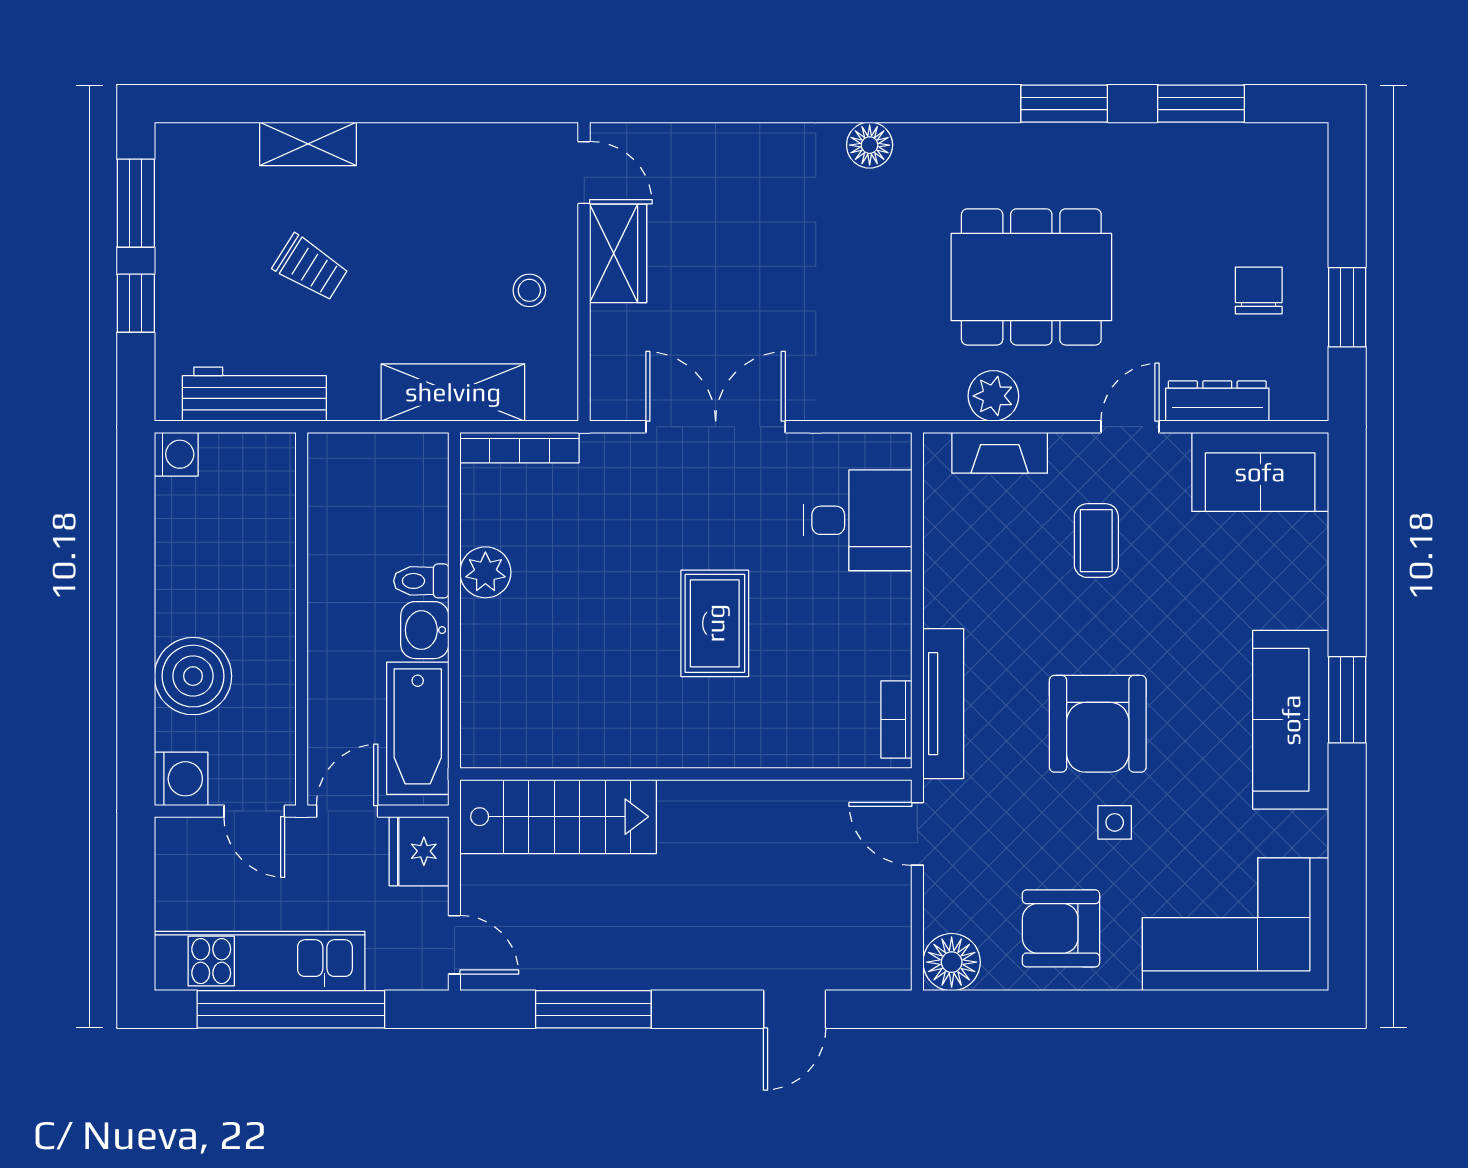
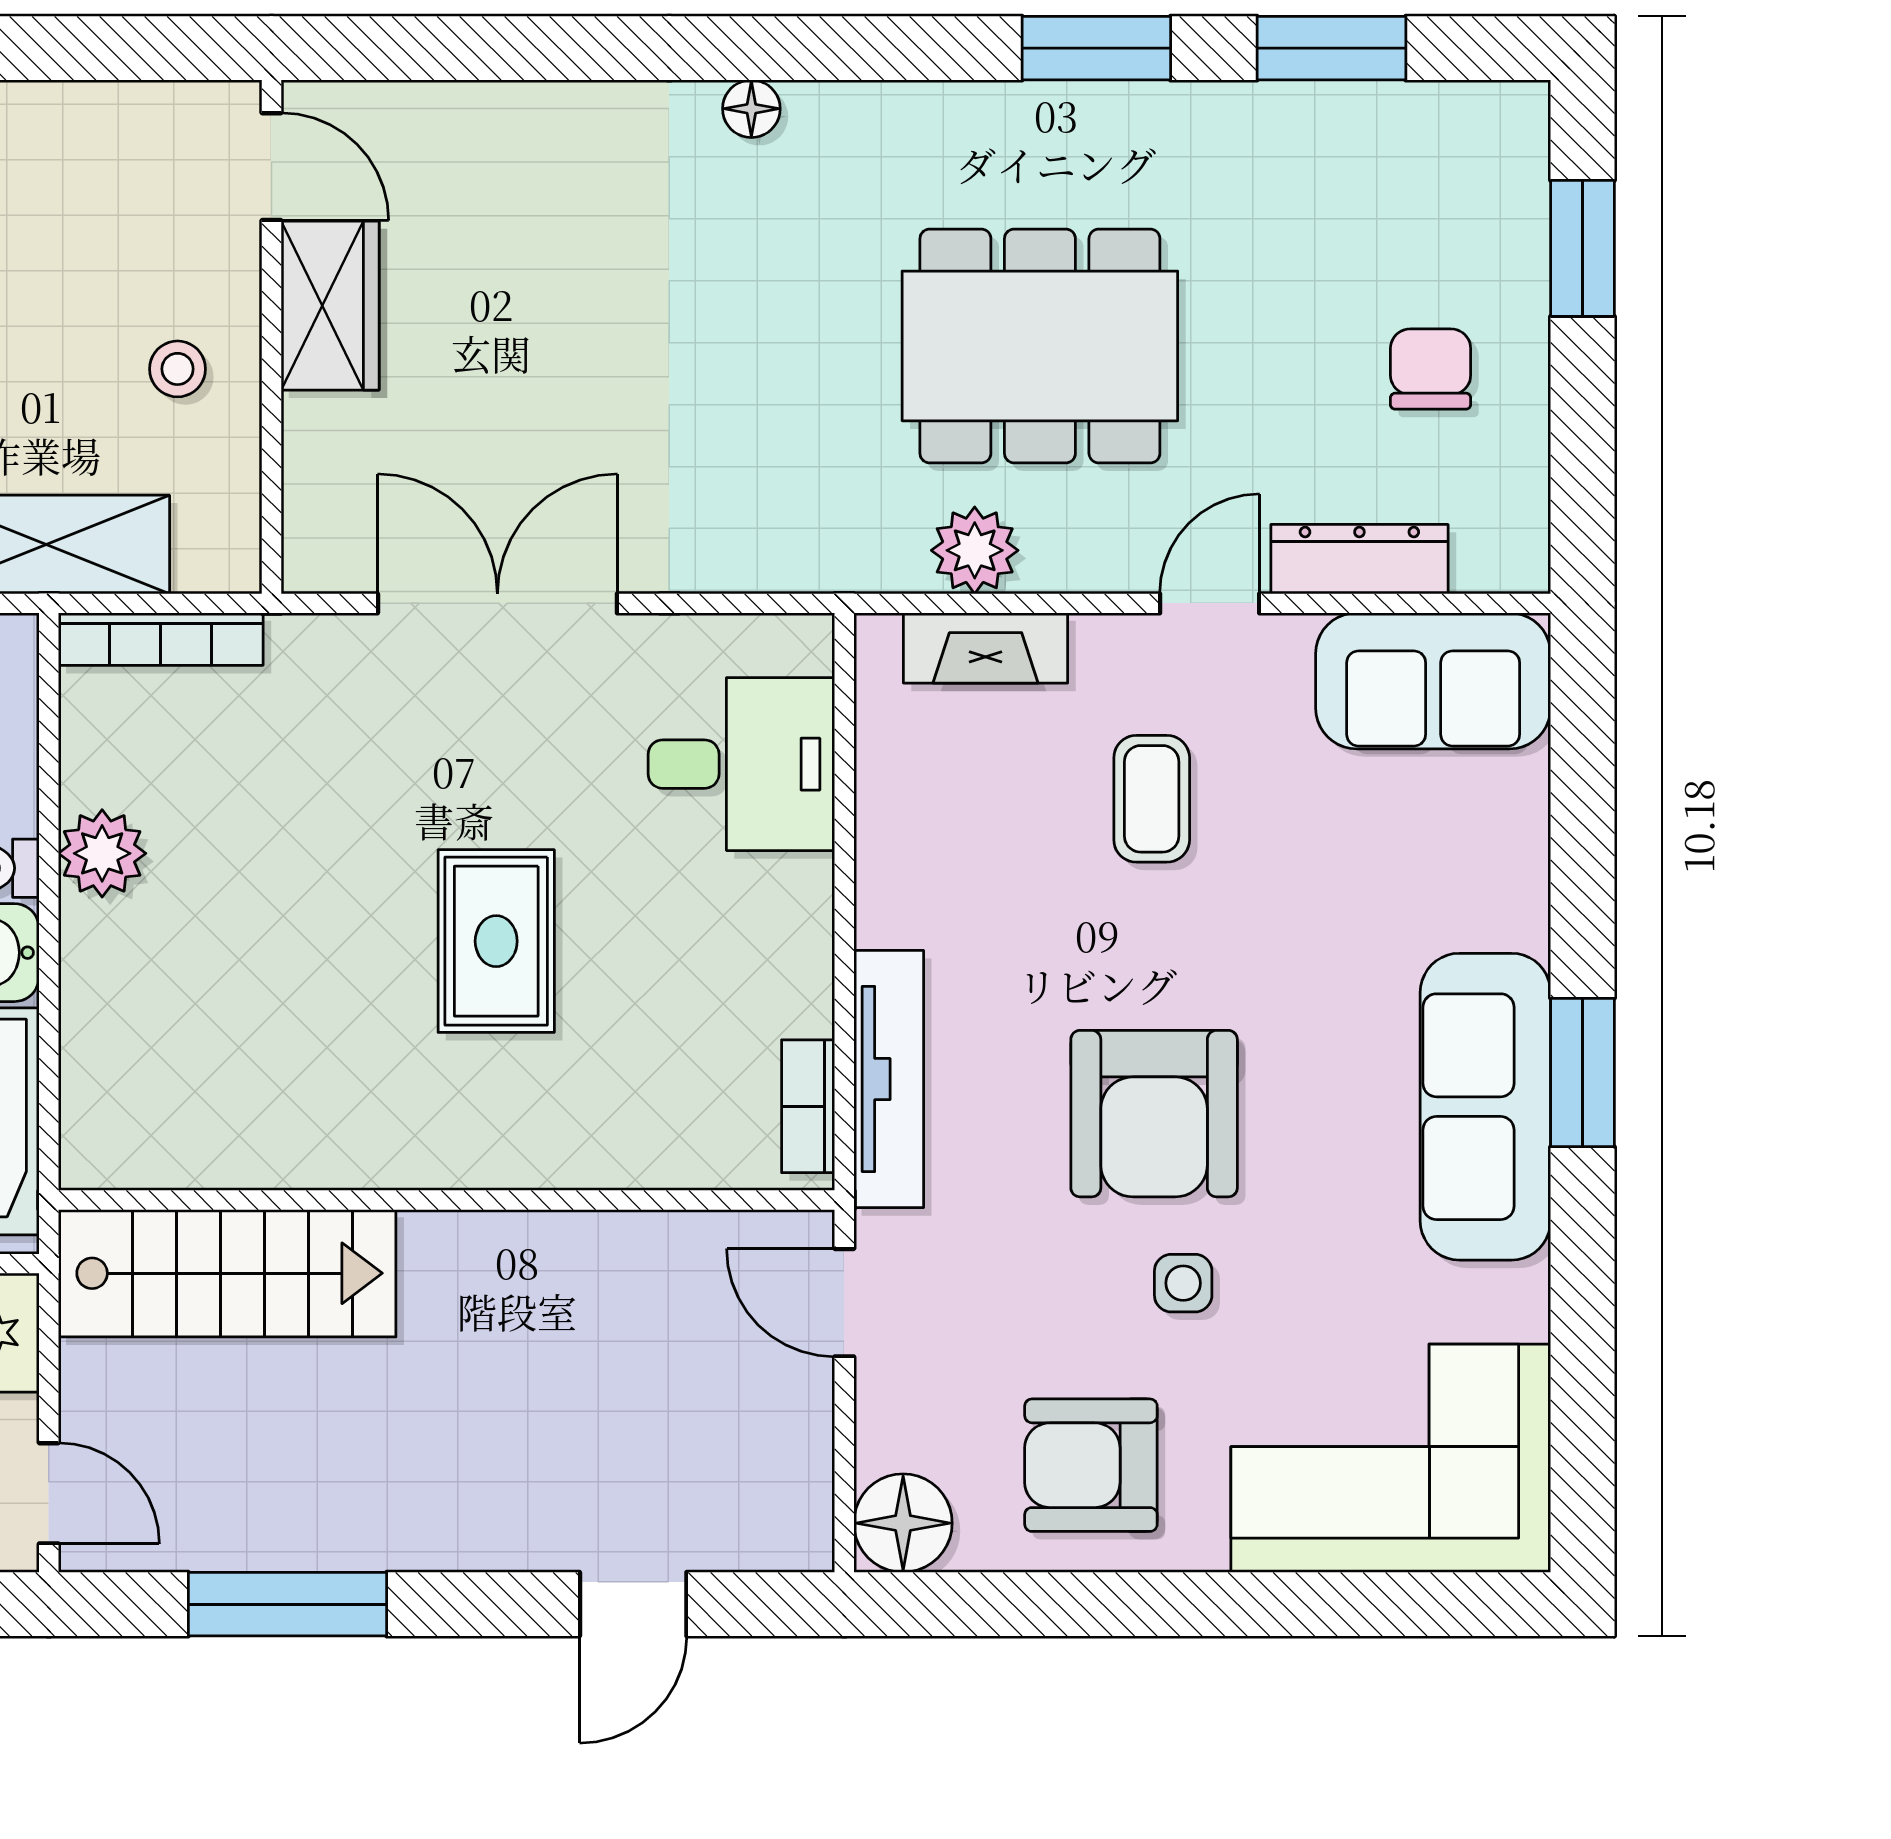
floor lamp: (870, 145) -> (751, 109), width x0.73, depth x0.73
window: (1347, 307) -> (1582, 248), moved

